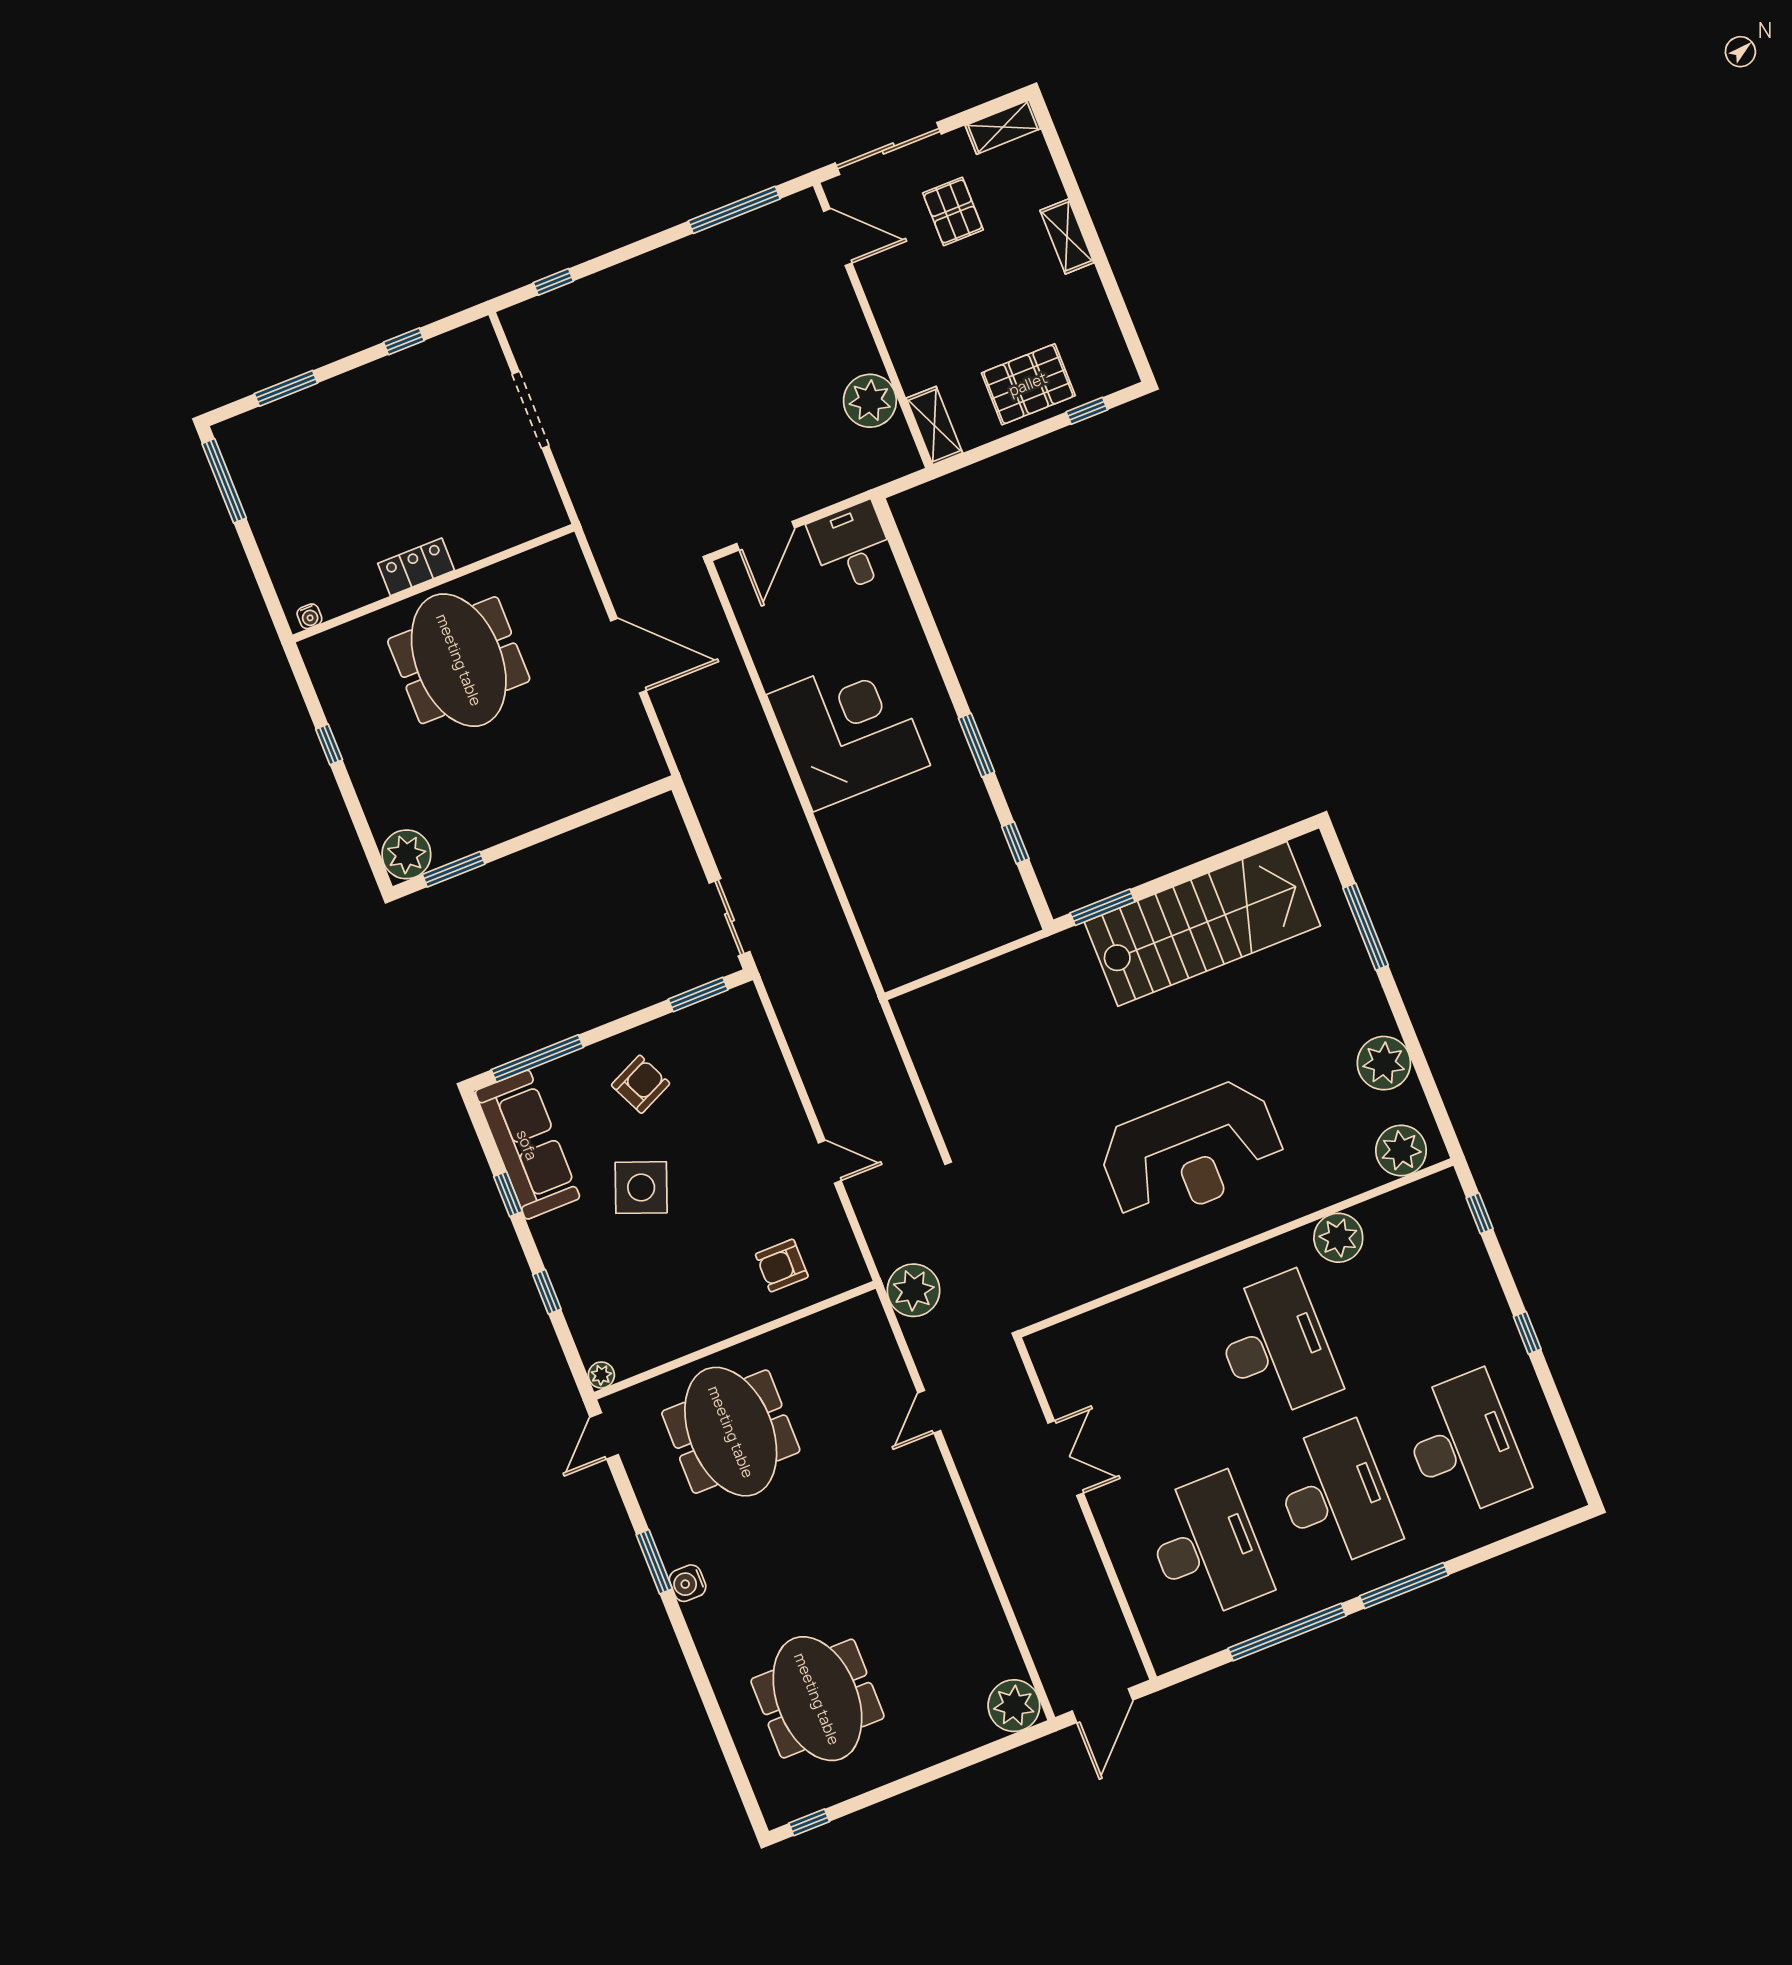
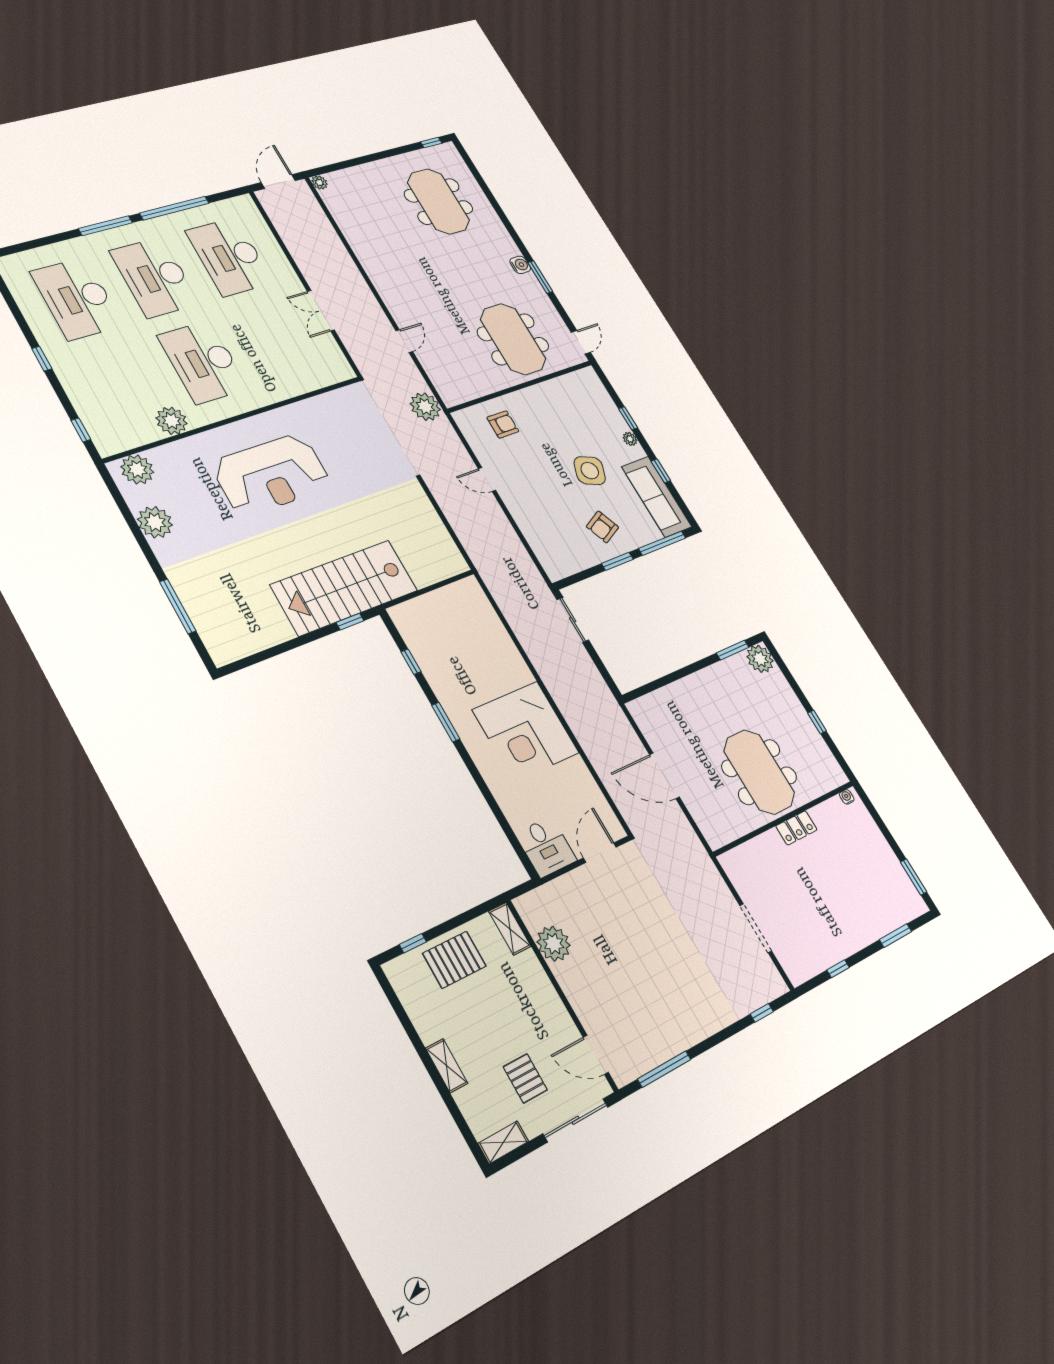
window: (224, 481) -> (914, 877), width x0.69
window: (1103, 907) -> (350, 622), width x0.67
stairs: (1202, 924) -> (344, 588), moved
window: (698, 995) -> (617, 561), moved
reception desk: (1192, 1152) -> (271, 475), turned 180
plant: (601, 1375) -> (630, 439), moved
plant: (1014, 1706) -> (319, 182), width x0.53, depth x0.53

